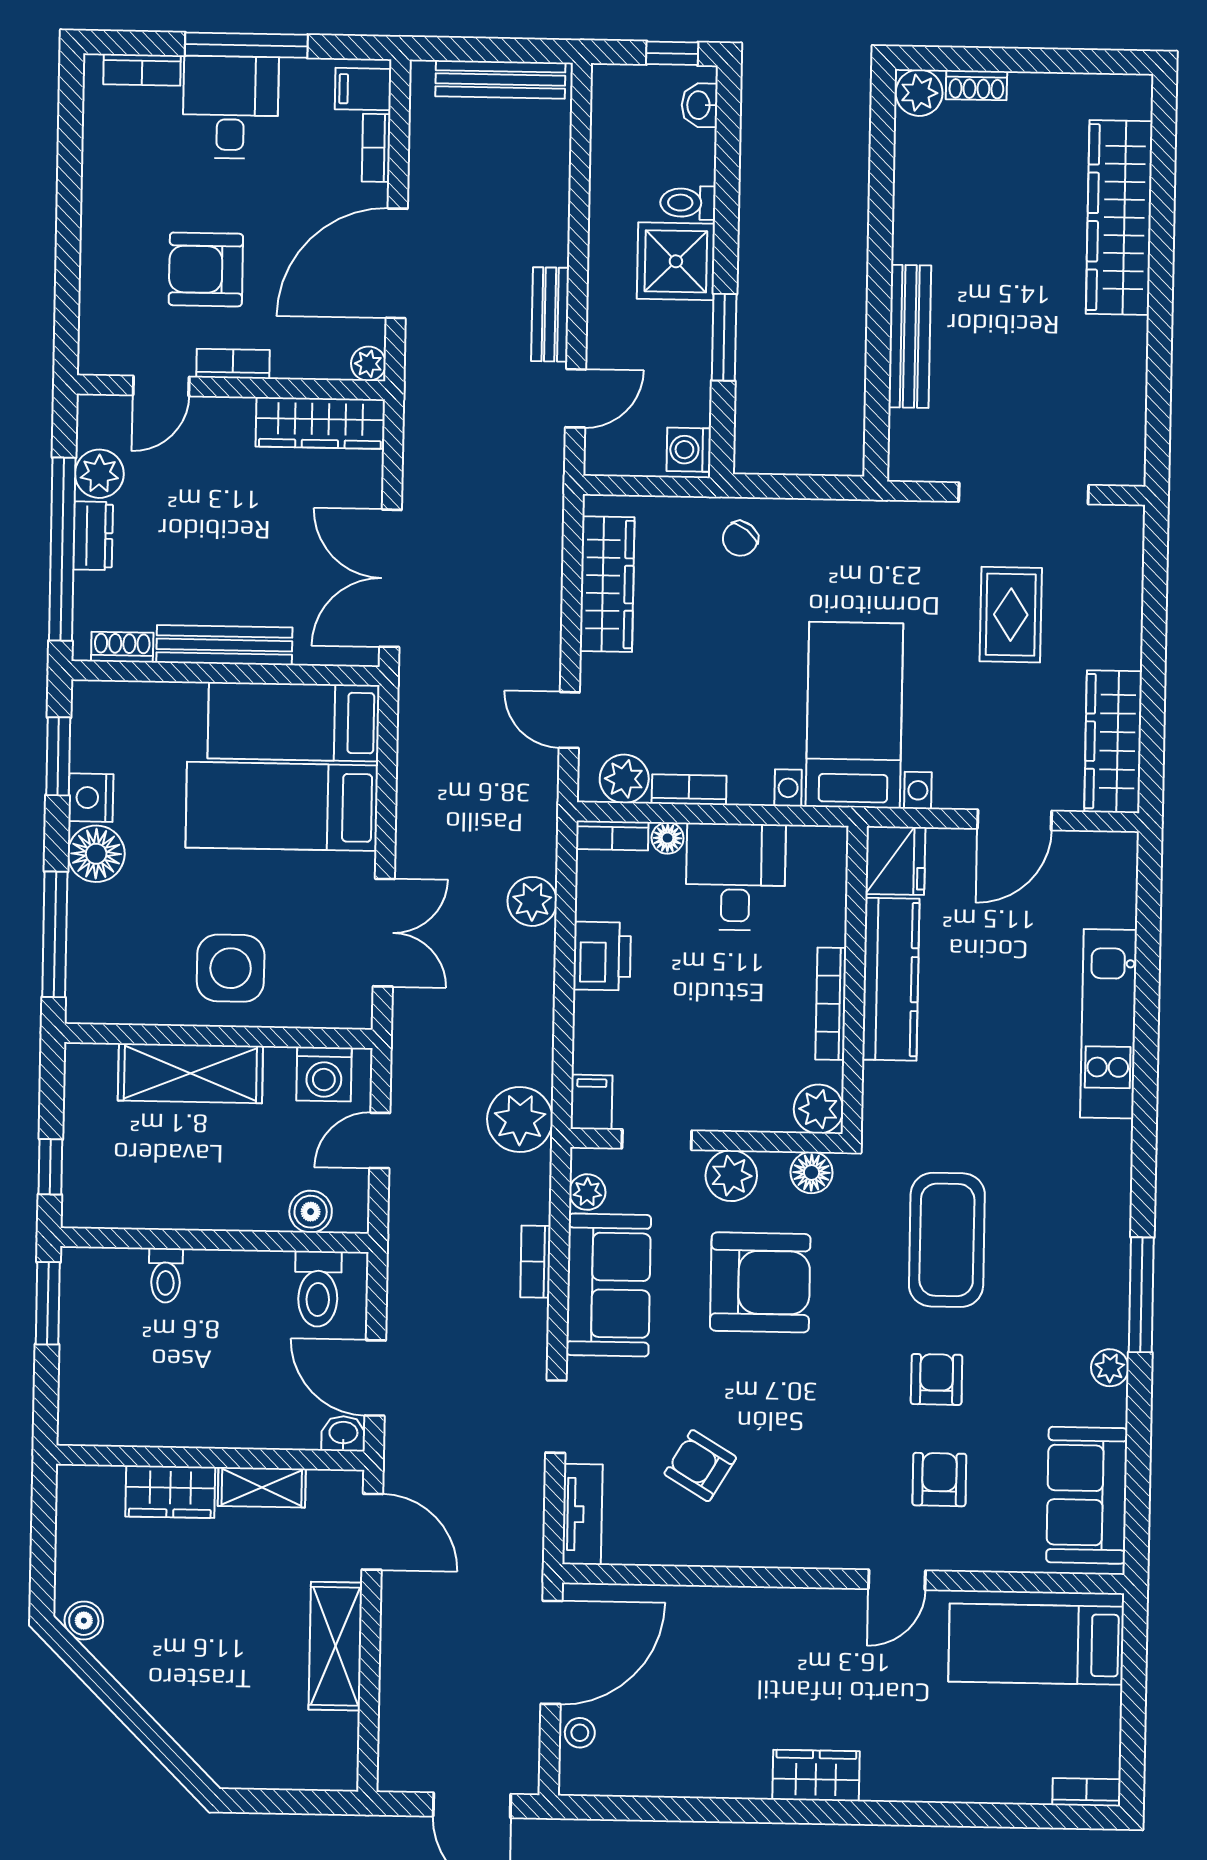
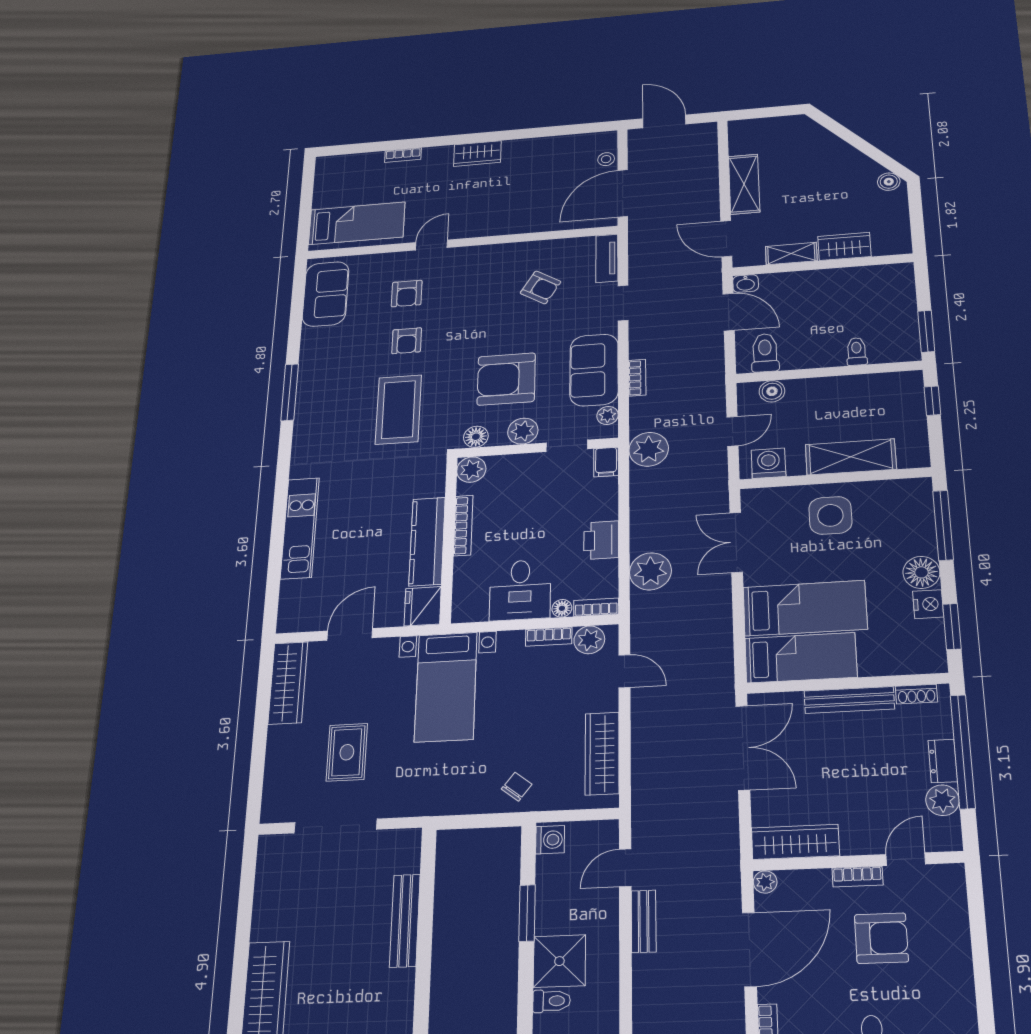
plant: (532, 901) -> (650, 571), width x1.36, depth x1.36
plant: (1110, 1368) -> (309, 355), removed
bookcase: (1087, 1792) -> (403, 155), moved

